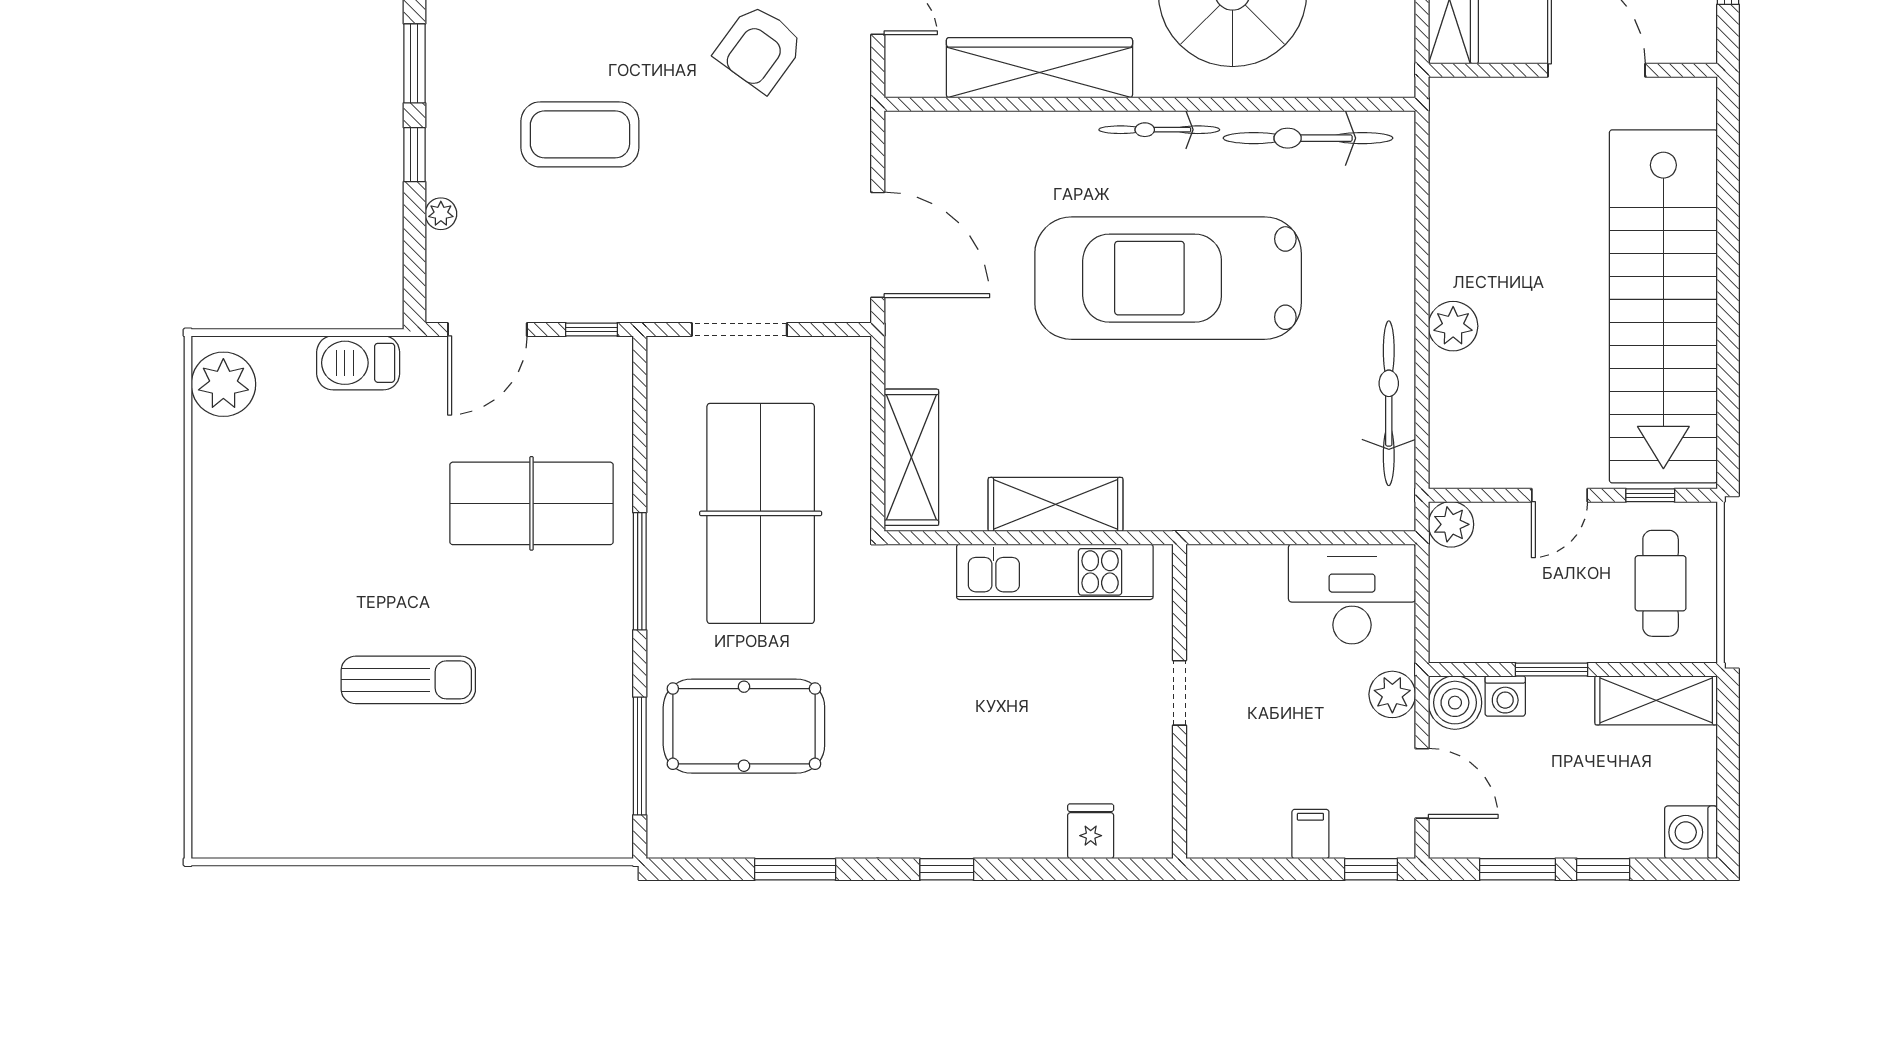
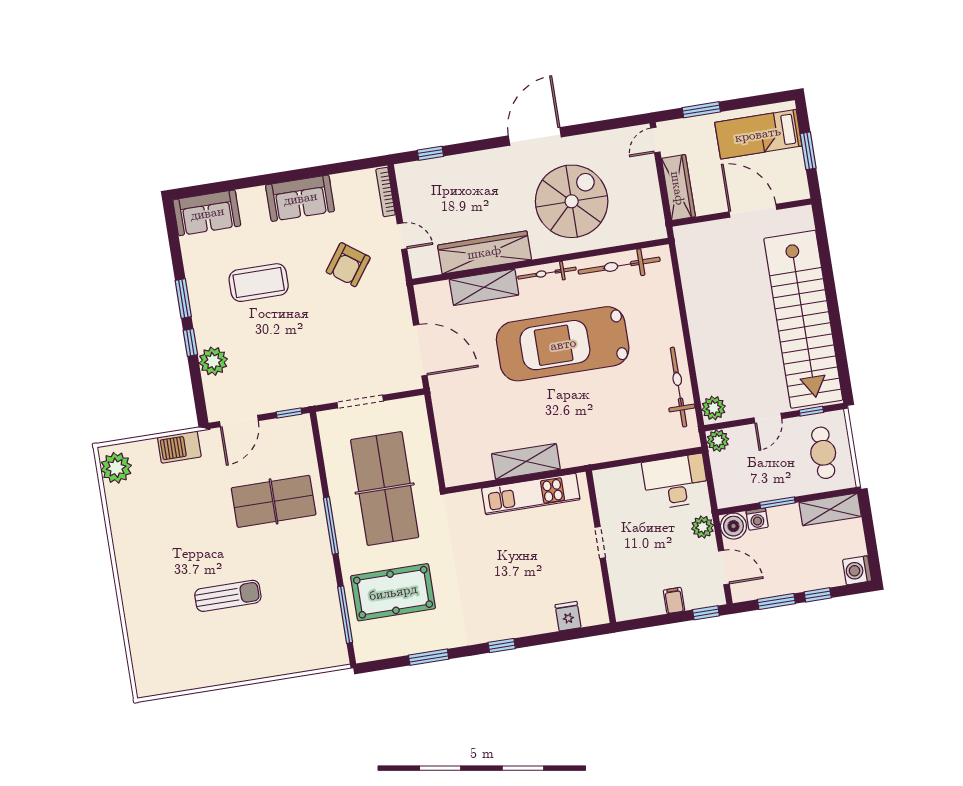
coffee table: (580, 134) -> (259, 283), moved
plant: (441, 214) -> (213, 361), width x1.87, depth x1.87
plant: (1453, 326) -> (714, 408), moved
shelving: (911, 457) -> (484, 287), moved, turned 90

